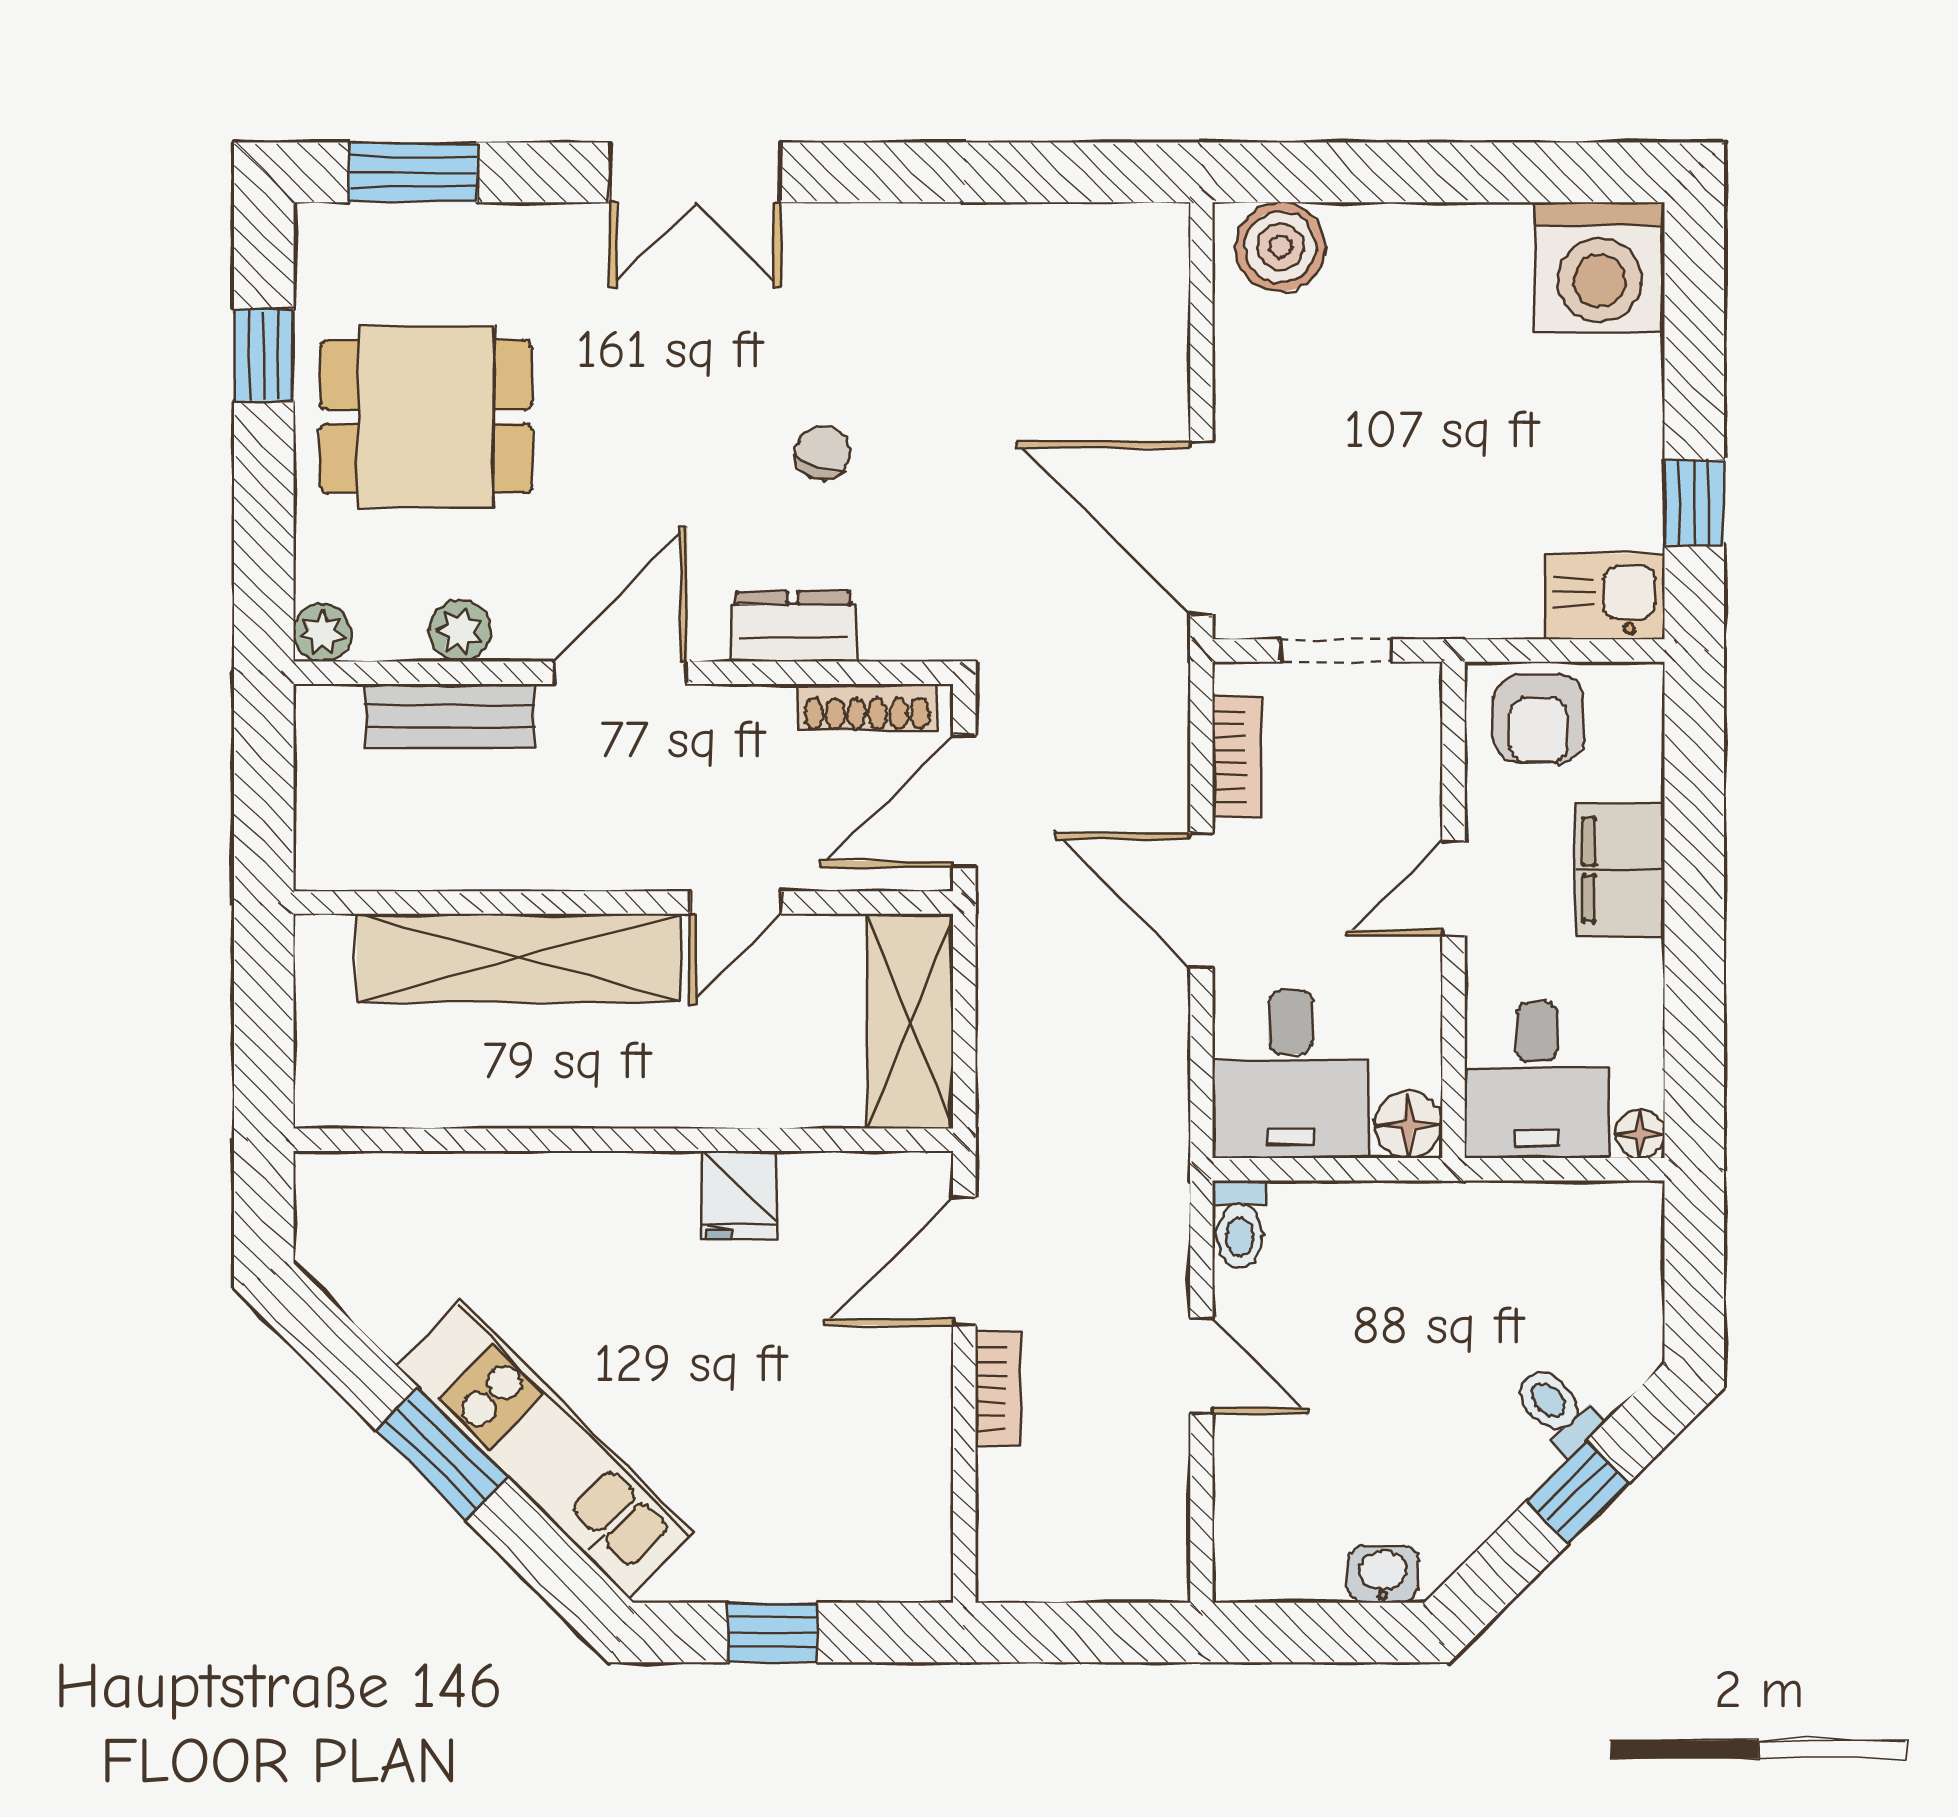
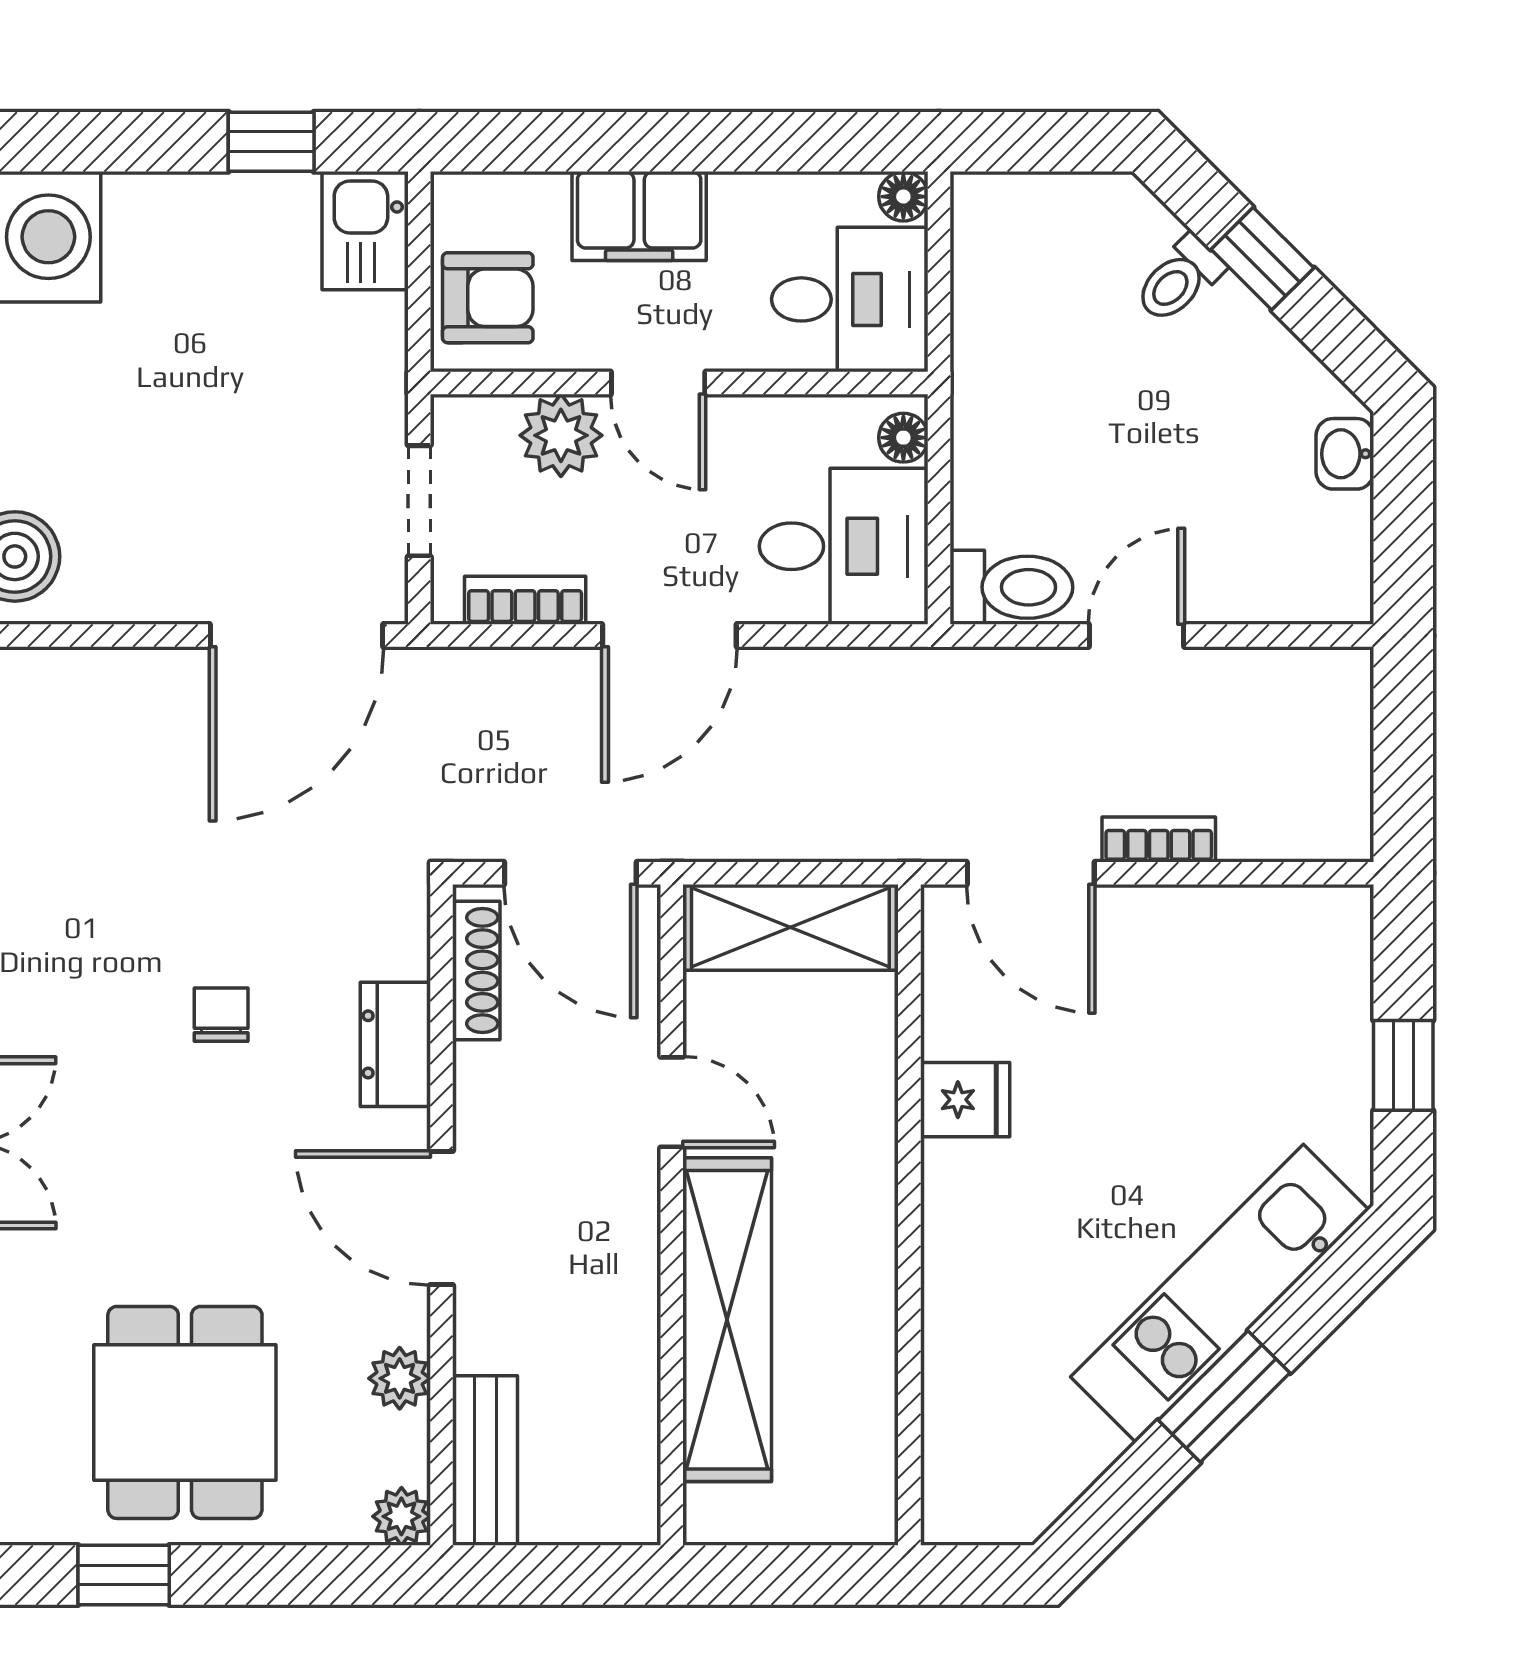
chair: (823, 453) -> (221, 1015), turned 70
bench: (450, 716) -> (485, 1460), moved
plant: (1401, 792) -> (561, 435), added
floor lamp: (1408, 1125) -> (903, 438), width x0.73, depth x0.73
toilet: (1240, 1224) -> (1011, 587), width x1.37, depth x1.39

